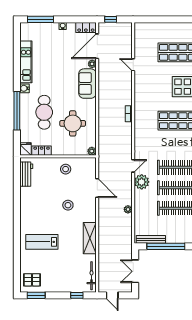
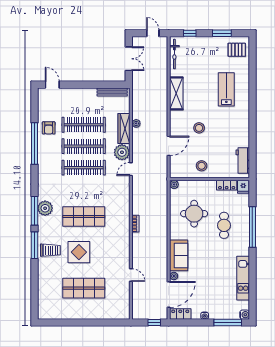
water cooler: (25, 88) -> (245, 315), moved
cafe table: (44, 112) -> (224, 225), width x0.73, depth x0.74
door: (97, 188) -> (169, 146), swing flipped
wardrobe: (140, 205) -> (124, 128), added
lab bench: (42, 242) -> (226, 89), turned -90
window: (166, 246) -> (97, 85), removed
window: (36, 295) -> (222, 33), moved

